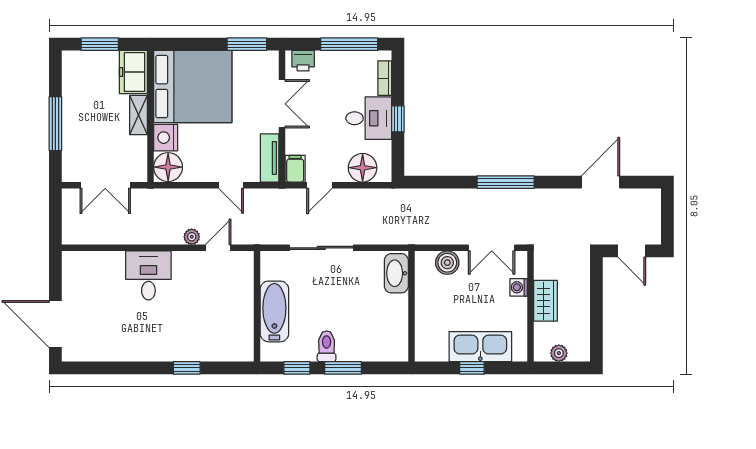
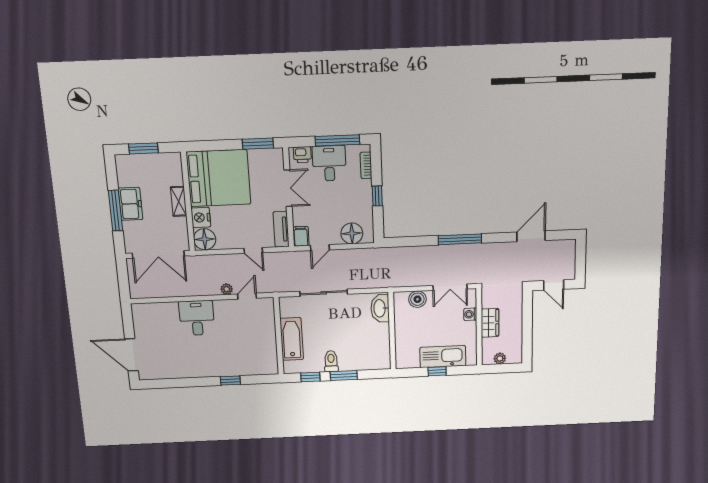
freezer: (133, 72) -> (130, 204), moved, turned 180
desk: (369, 118) -> (329, 163), moved, turned -90
double door: (105, 185) -> (158, 255), width x1.37

